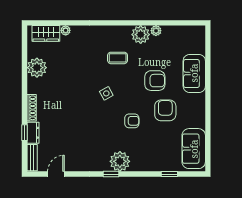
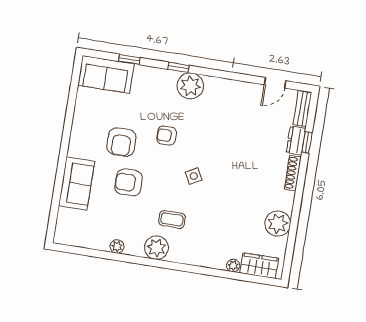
plant: (141, 35) -> (156, 248), moved
sofa: (194, 149) -> (106, 74), moved, turned 90
window: (111, 174) -> (178, 67), moved

